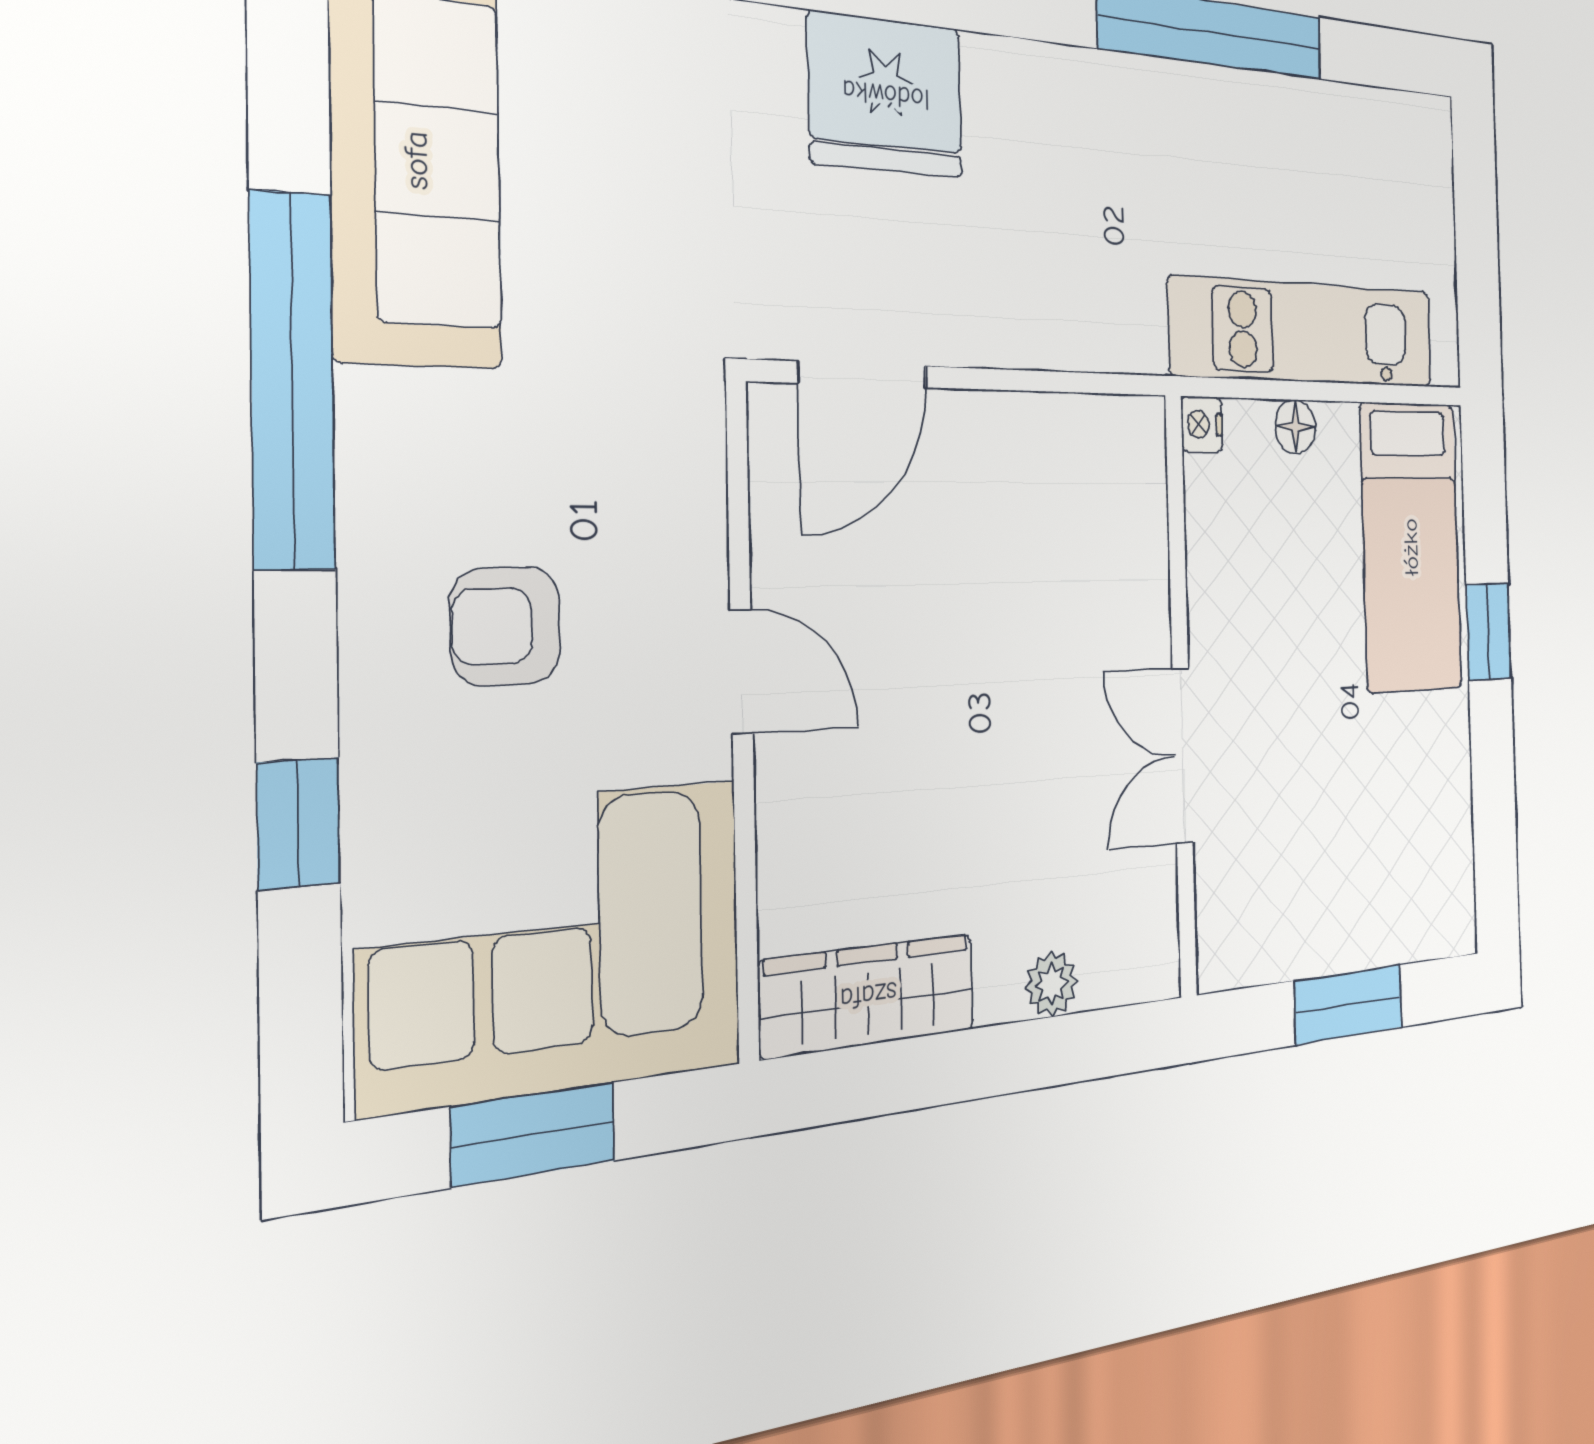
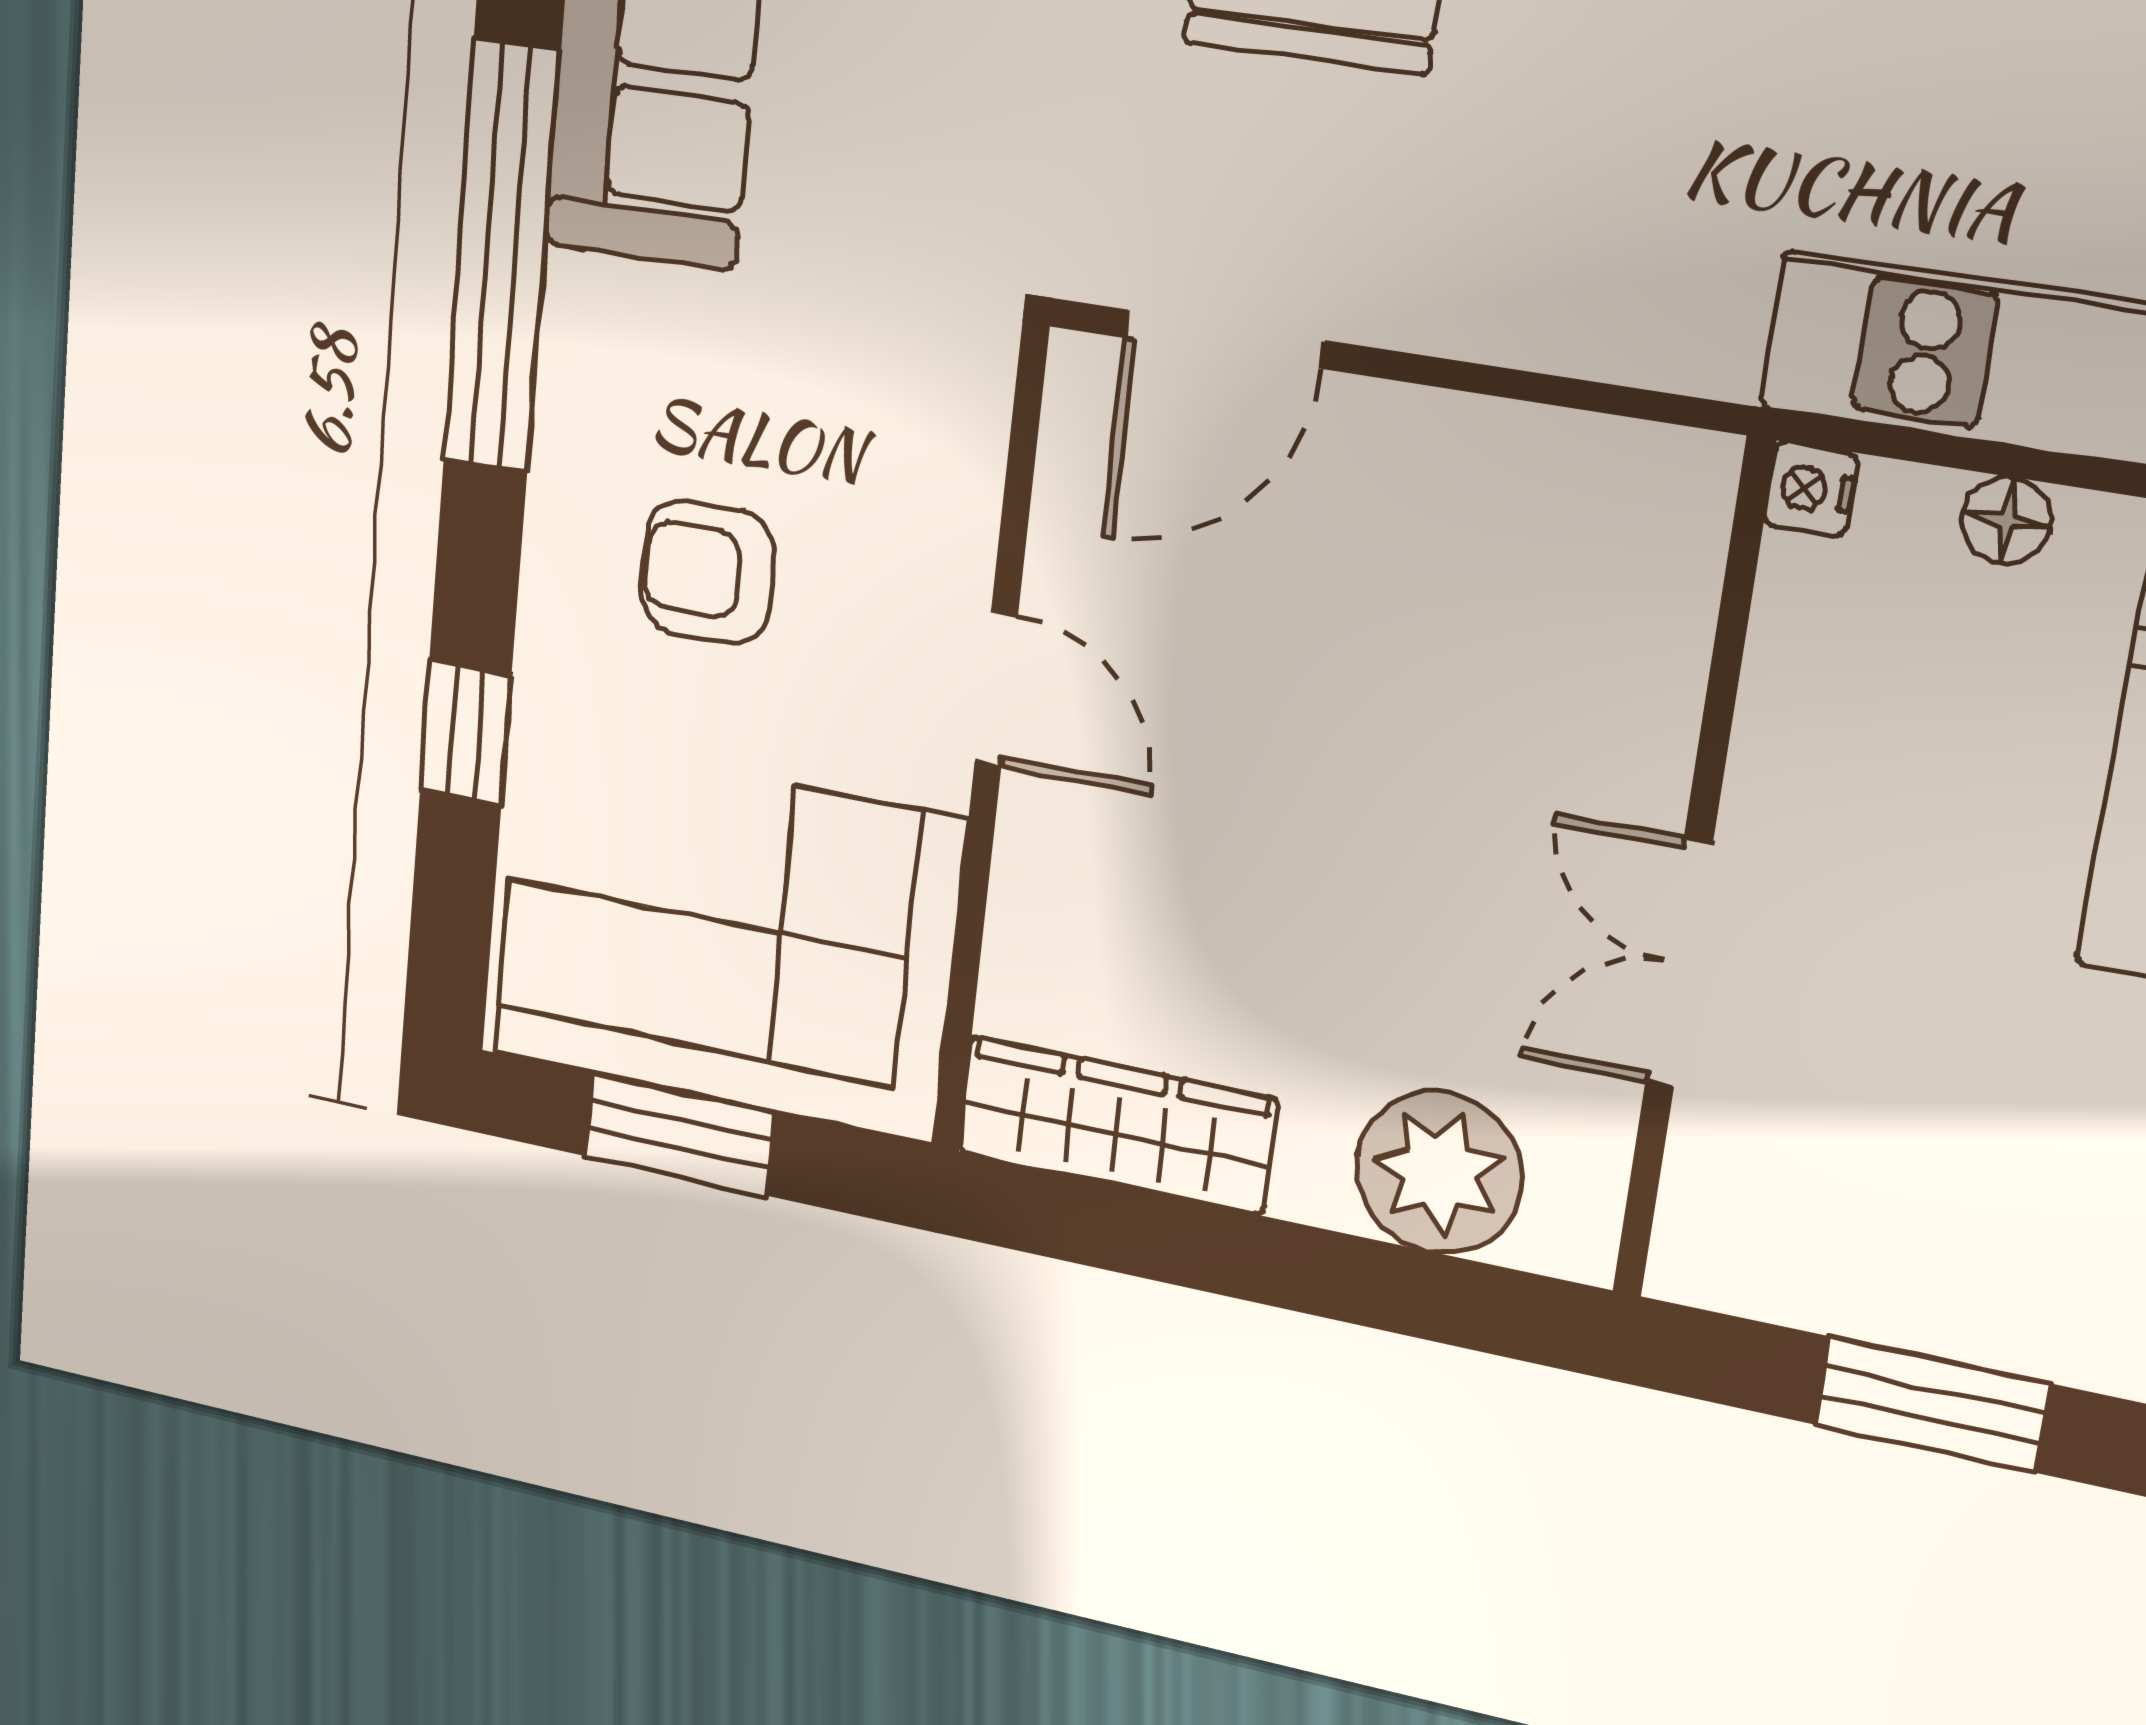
plant: (1051, 984) -> (1439, 1172), width x1.87, depth x1.87

